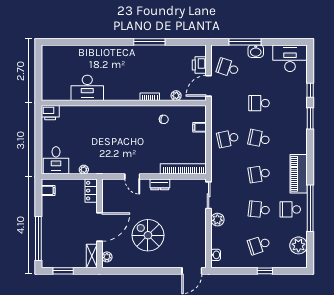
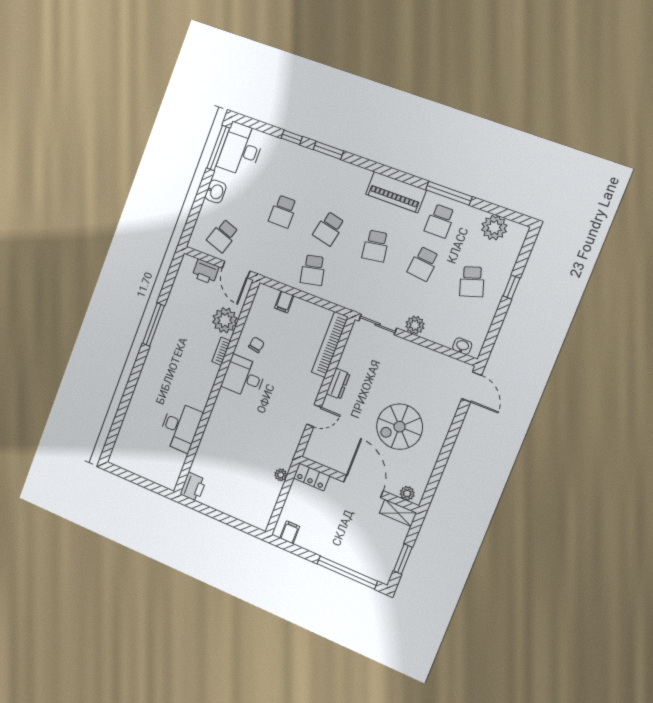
window: (245, 42) -> (218, 148), moved
plant: (176, 96) -> (225, 320), width x1.88, depth x1.88
desk: (56, 160) -> (244, 377), moved, turned 180
window: (310, 208) -> (449, 193), width x0.68

